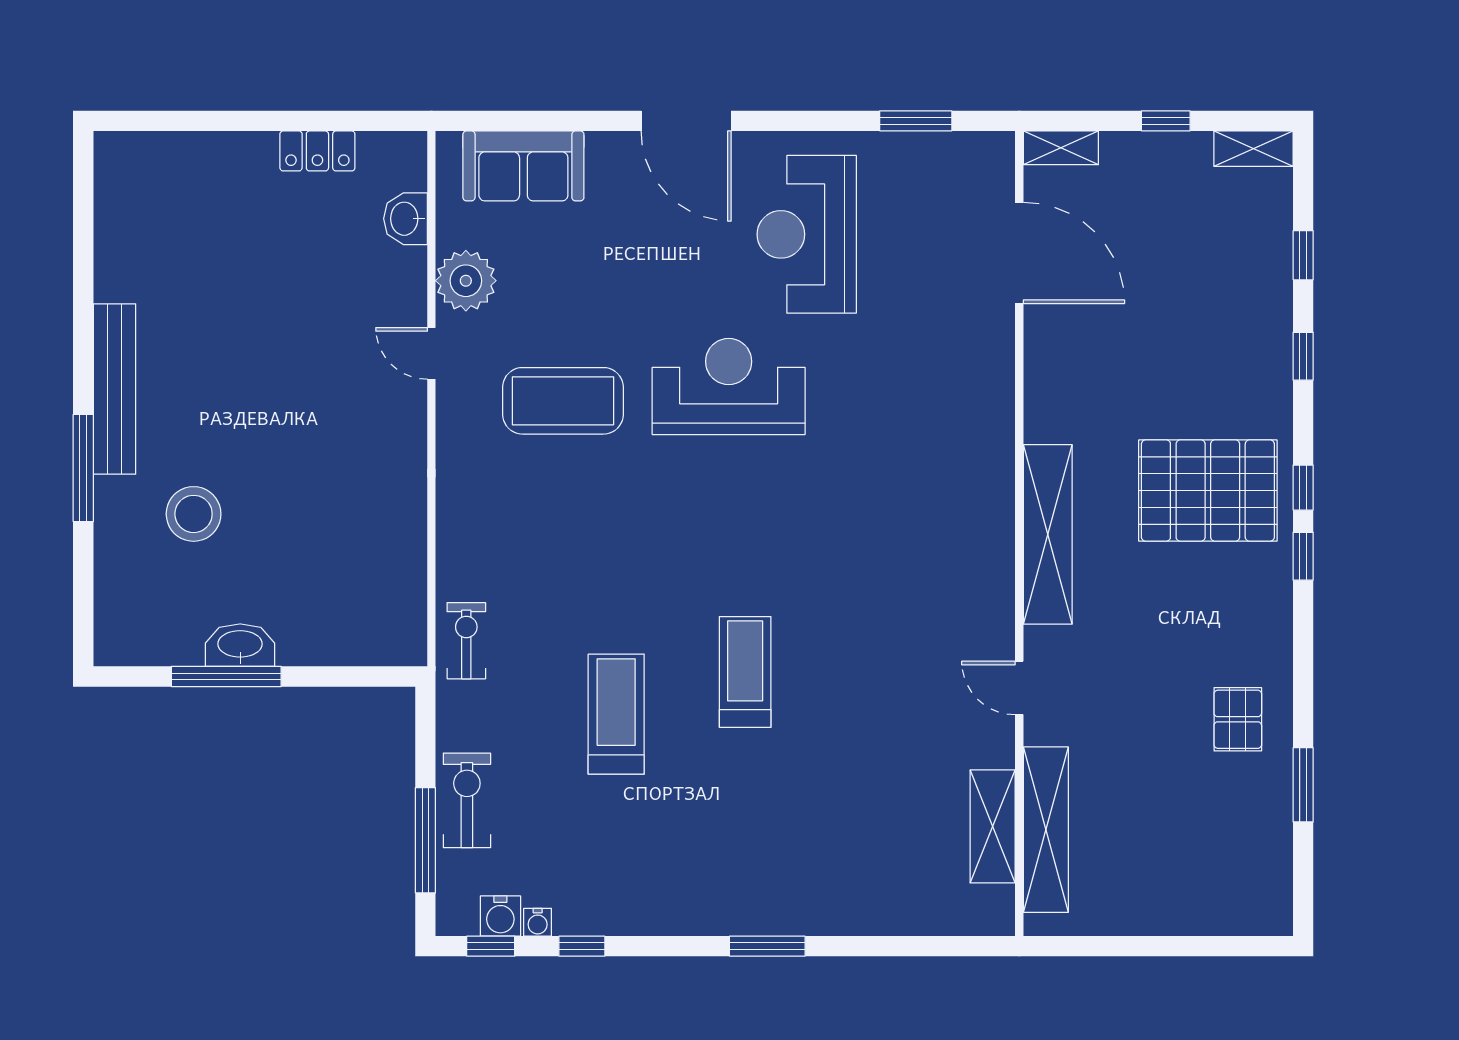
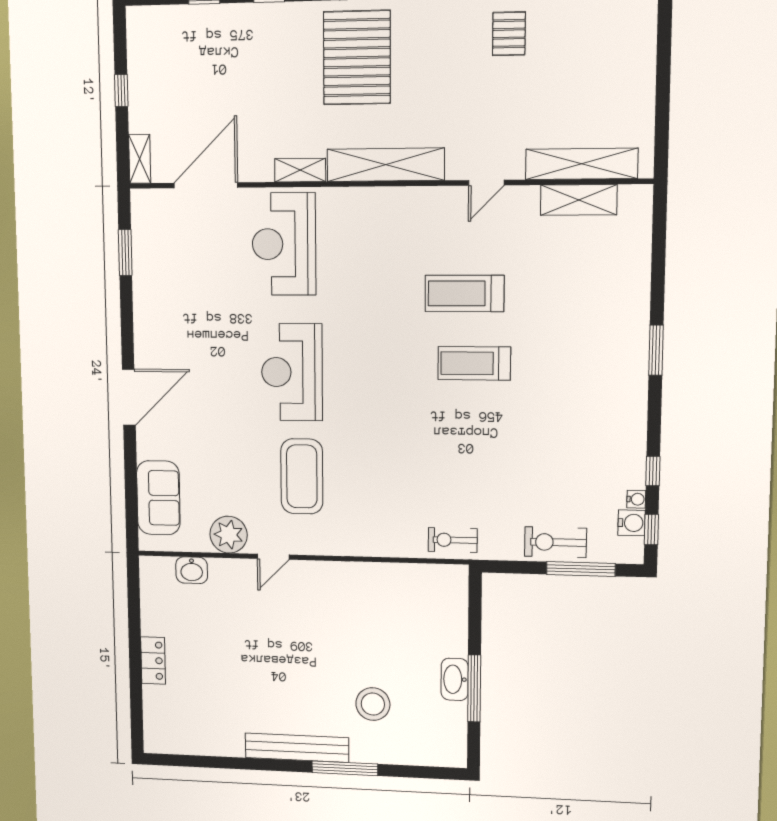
shelving: (1253, 149) -> (300, 170), moved, turned 90
locker: (317, 151) -> (153, 660), moved
reception desk: (807, 234) -> (284, 244), moved, turned 90
treadmill: (616, 714) -> (464, 293), moved
pallet: (1238, 719) -> (509, 34), turned 90

